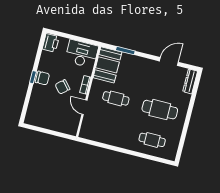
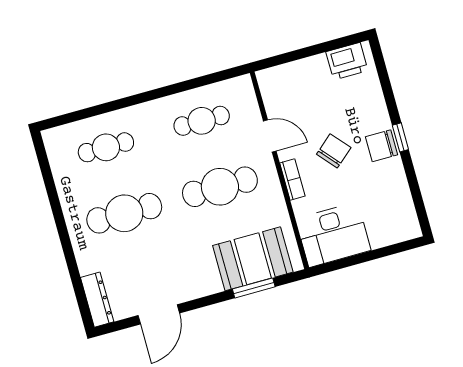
printer: (51, 43) -> (347, 61), moved, turned -90
booth: (107, 65) -> (253, 259), moved, turned 90
cafe table: (116, 98) -> (220, 187), width x1.37, depth x1.35
cafe table: (108, 129) -> (202, 121), added

